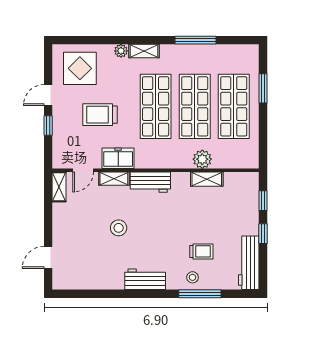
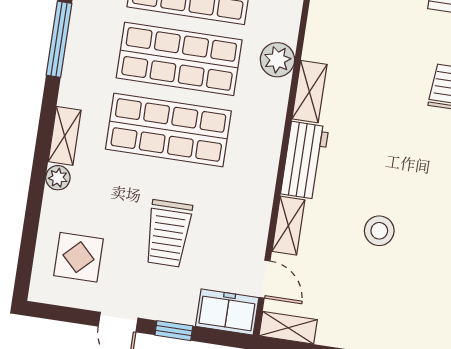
display table: (80, 68) -> (78, 257), width x0.73, depth x0.73
freezer: (118, 158) -> (227, 312), moved, turned 90
shelving: (207, 179) -> (309, 92), moved

